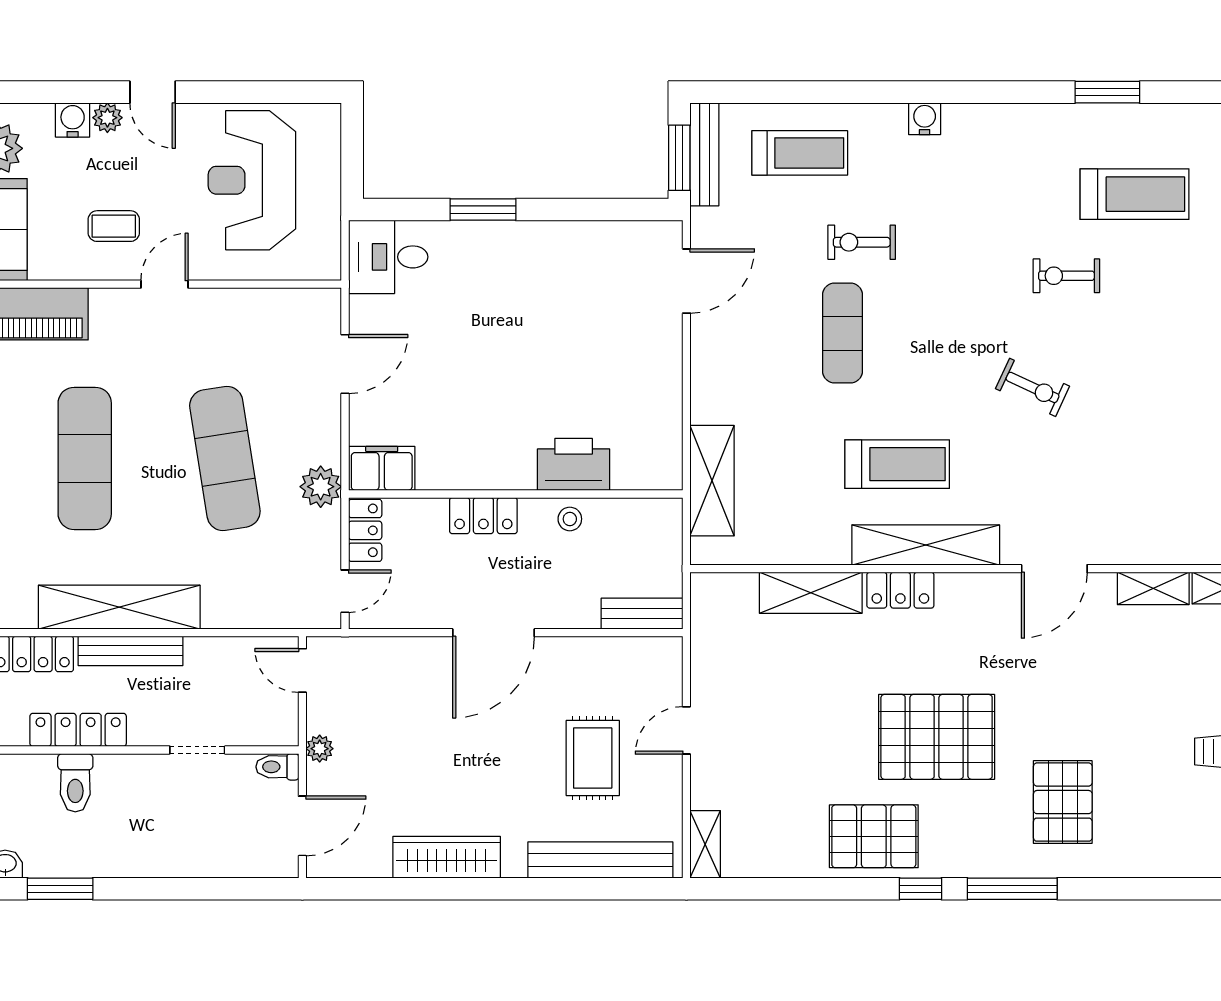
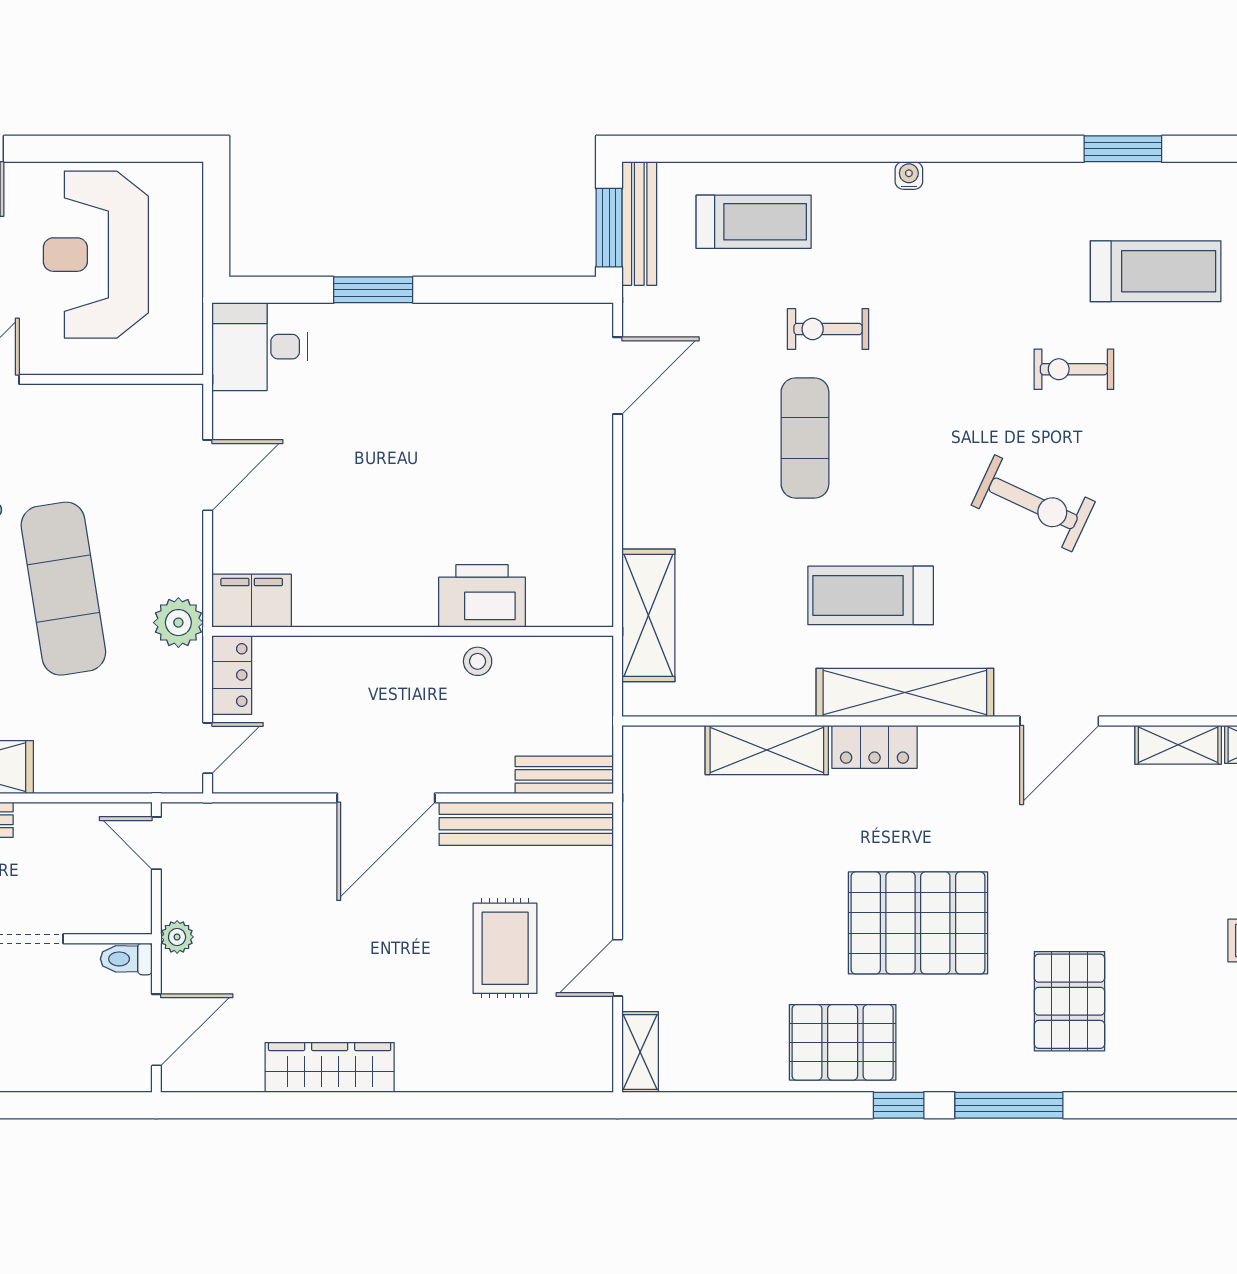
water cooler: (925, 119) -> (909, 175), width x0.72, depth x0.72
exercise bike: (1033, 387) -> (1033, 503), width x1.38, depth x1.39
treadmill: (897, 464) -> (871, 595), turned 180
locker: (483, 516) -> (374, 657), removed
door: (686, 730) -> (618, 968), moved
bench: (600, 860) -> (526, 824), moved

